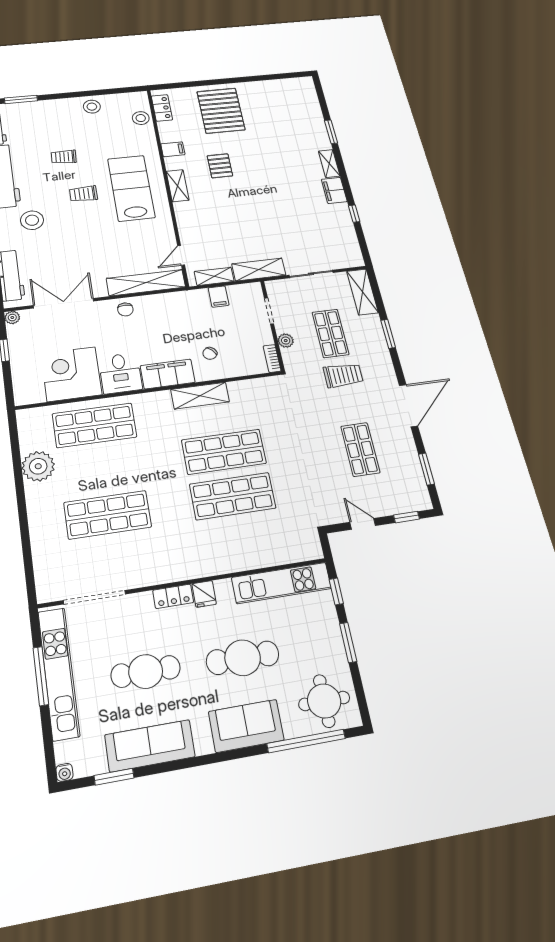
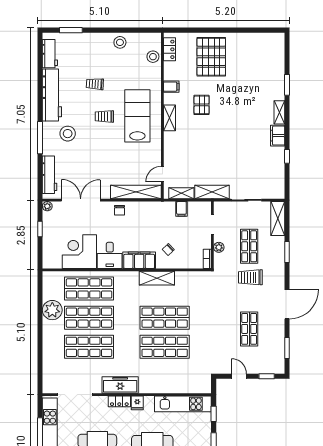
trolley: (343, 375) -> (250, 277), turned 180
shop shelf: (101, 469) -> (89, 318), added
freezer: (170, 569) -> (120, 385), added

